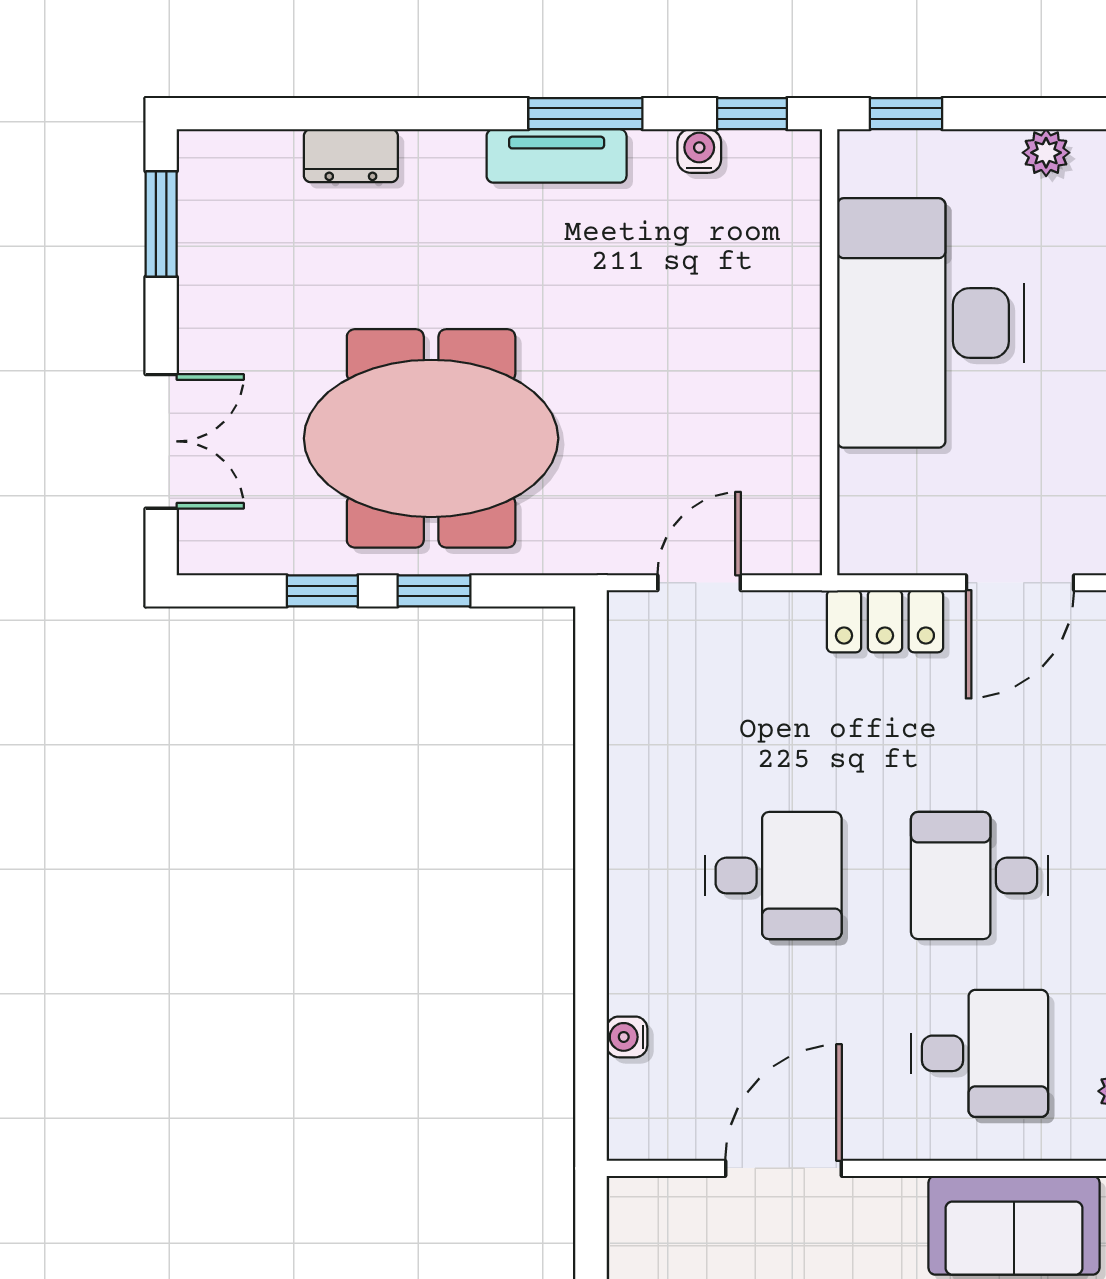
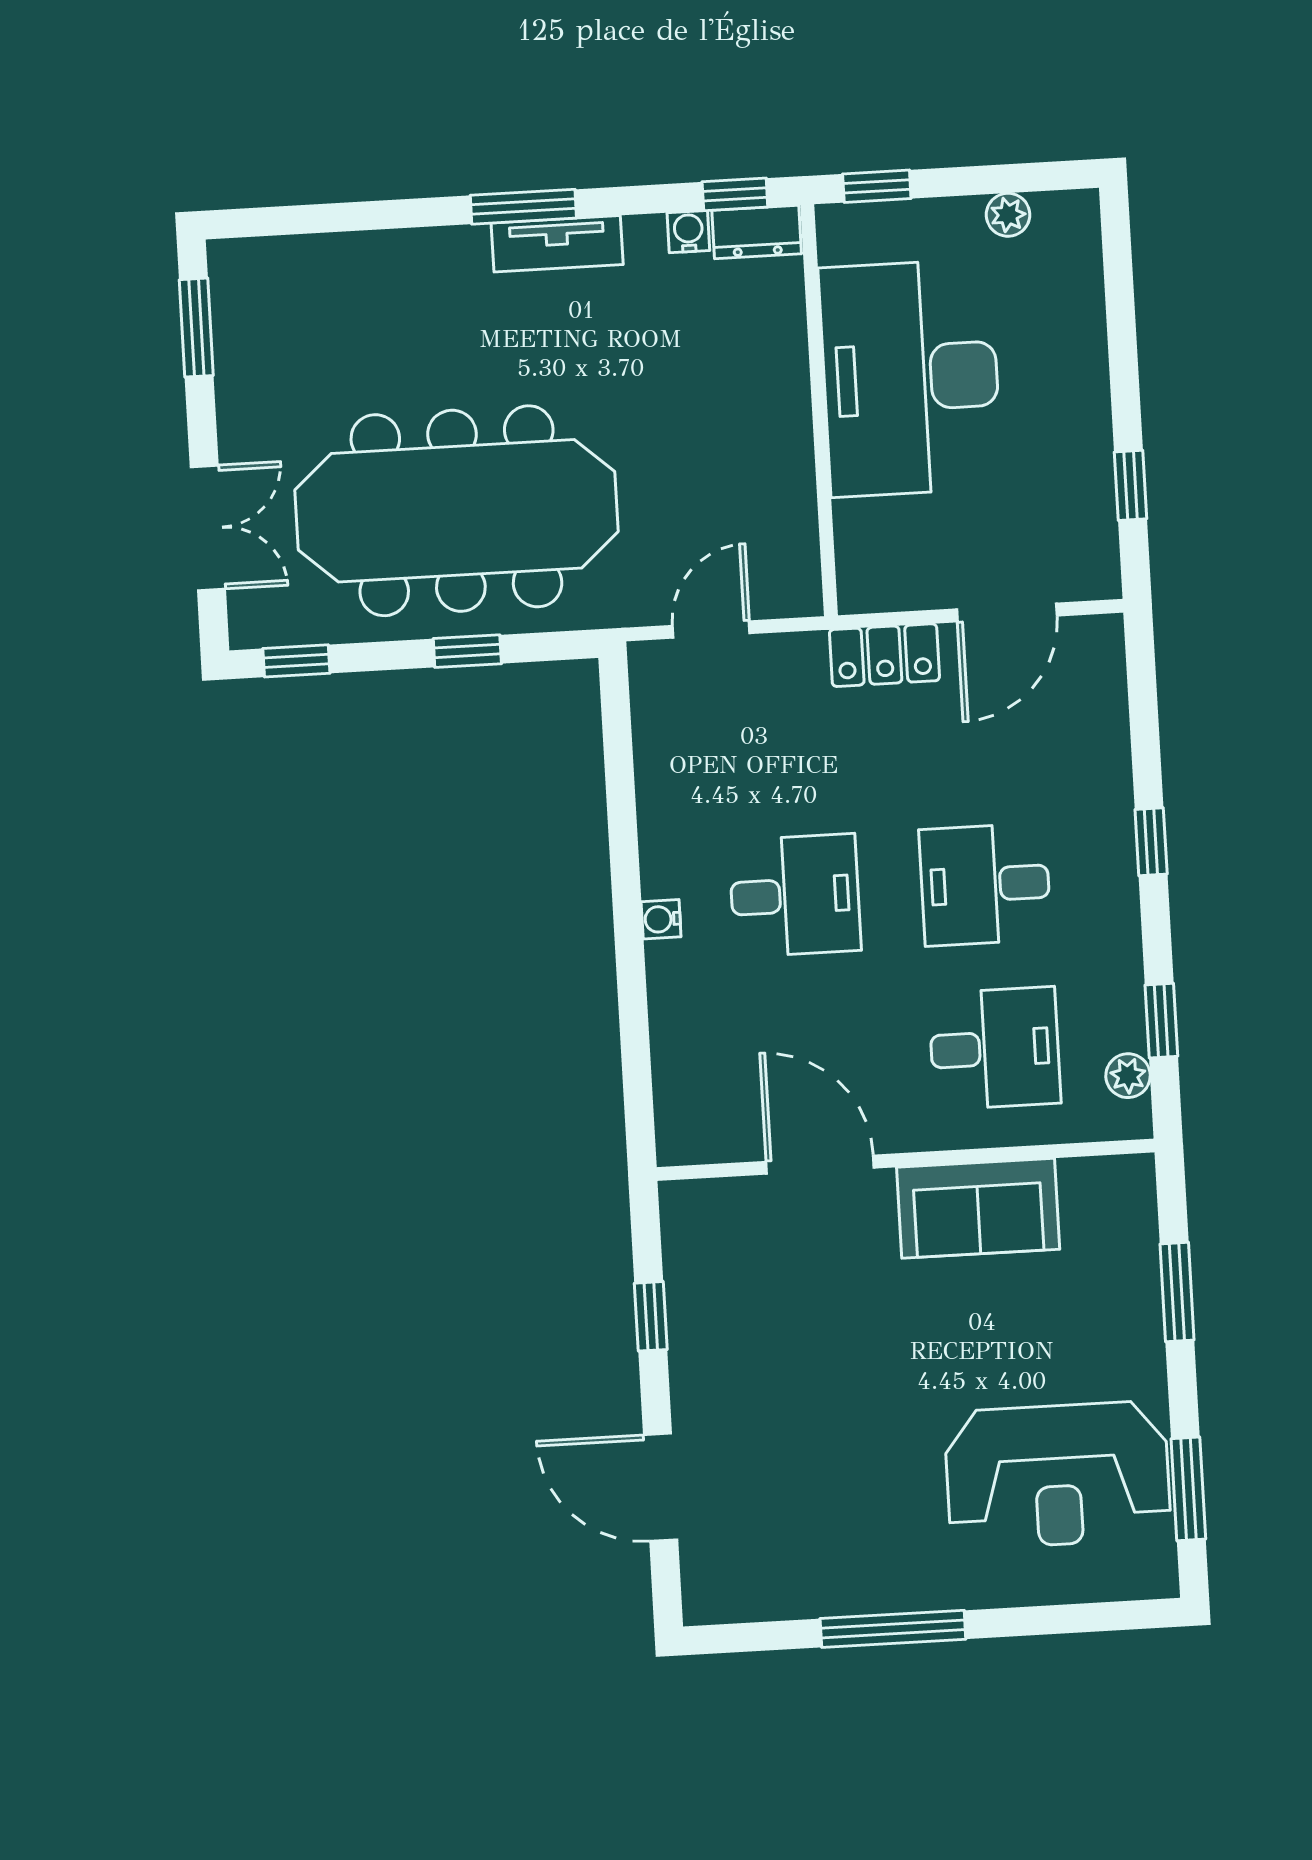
window: (585, 114) -> (523, 207), moved
dresser: (351, 156) -> (757, 232), moved
meeting table: (431, 438) -> (456, 511), width x1.36
window: (322, 591) -> (296, 661), moved
water cooler: (627, 1037) -> (661, 919), moved
door: (783, 1168) -> (820, 1165), hinge flipped
sofa: (1014, 1225) -> (978, 1208), moved

